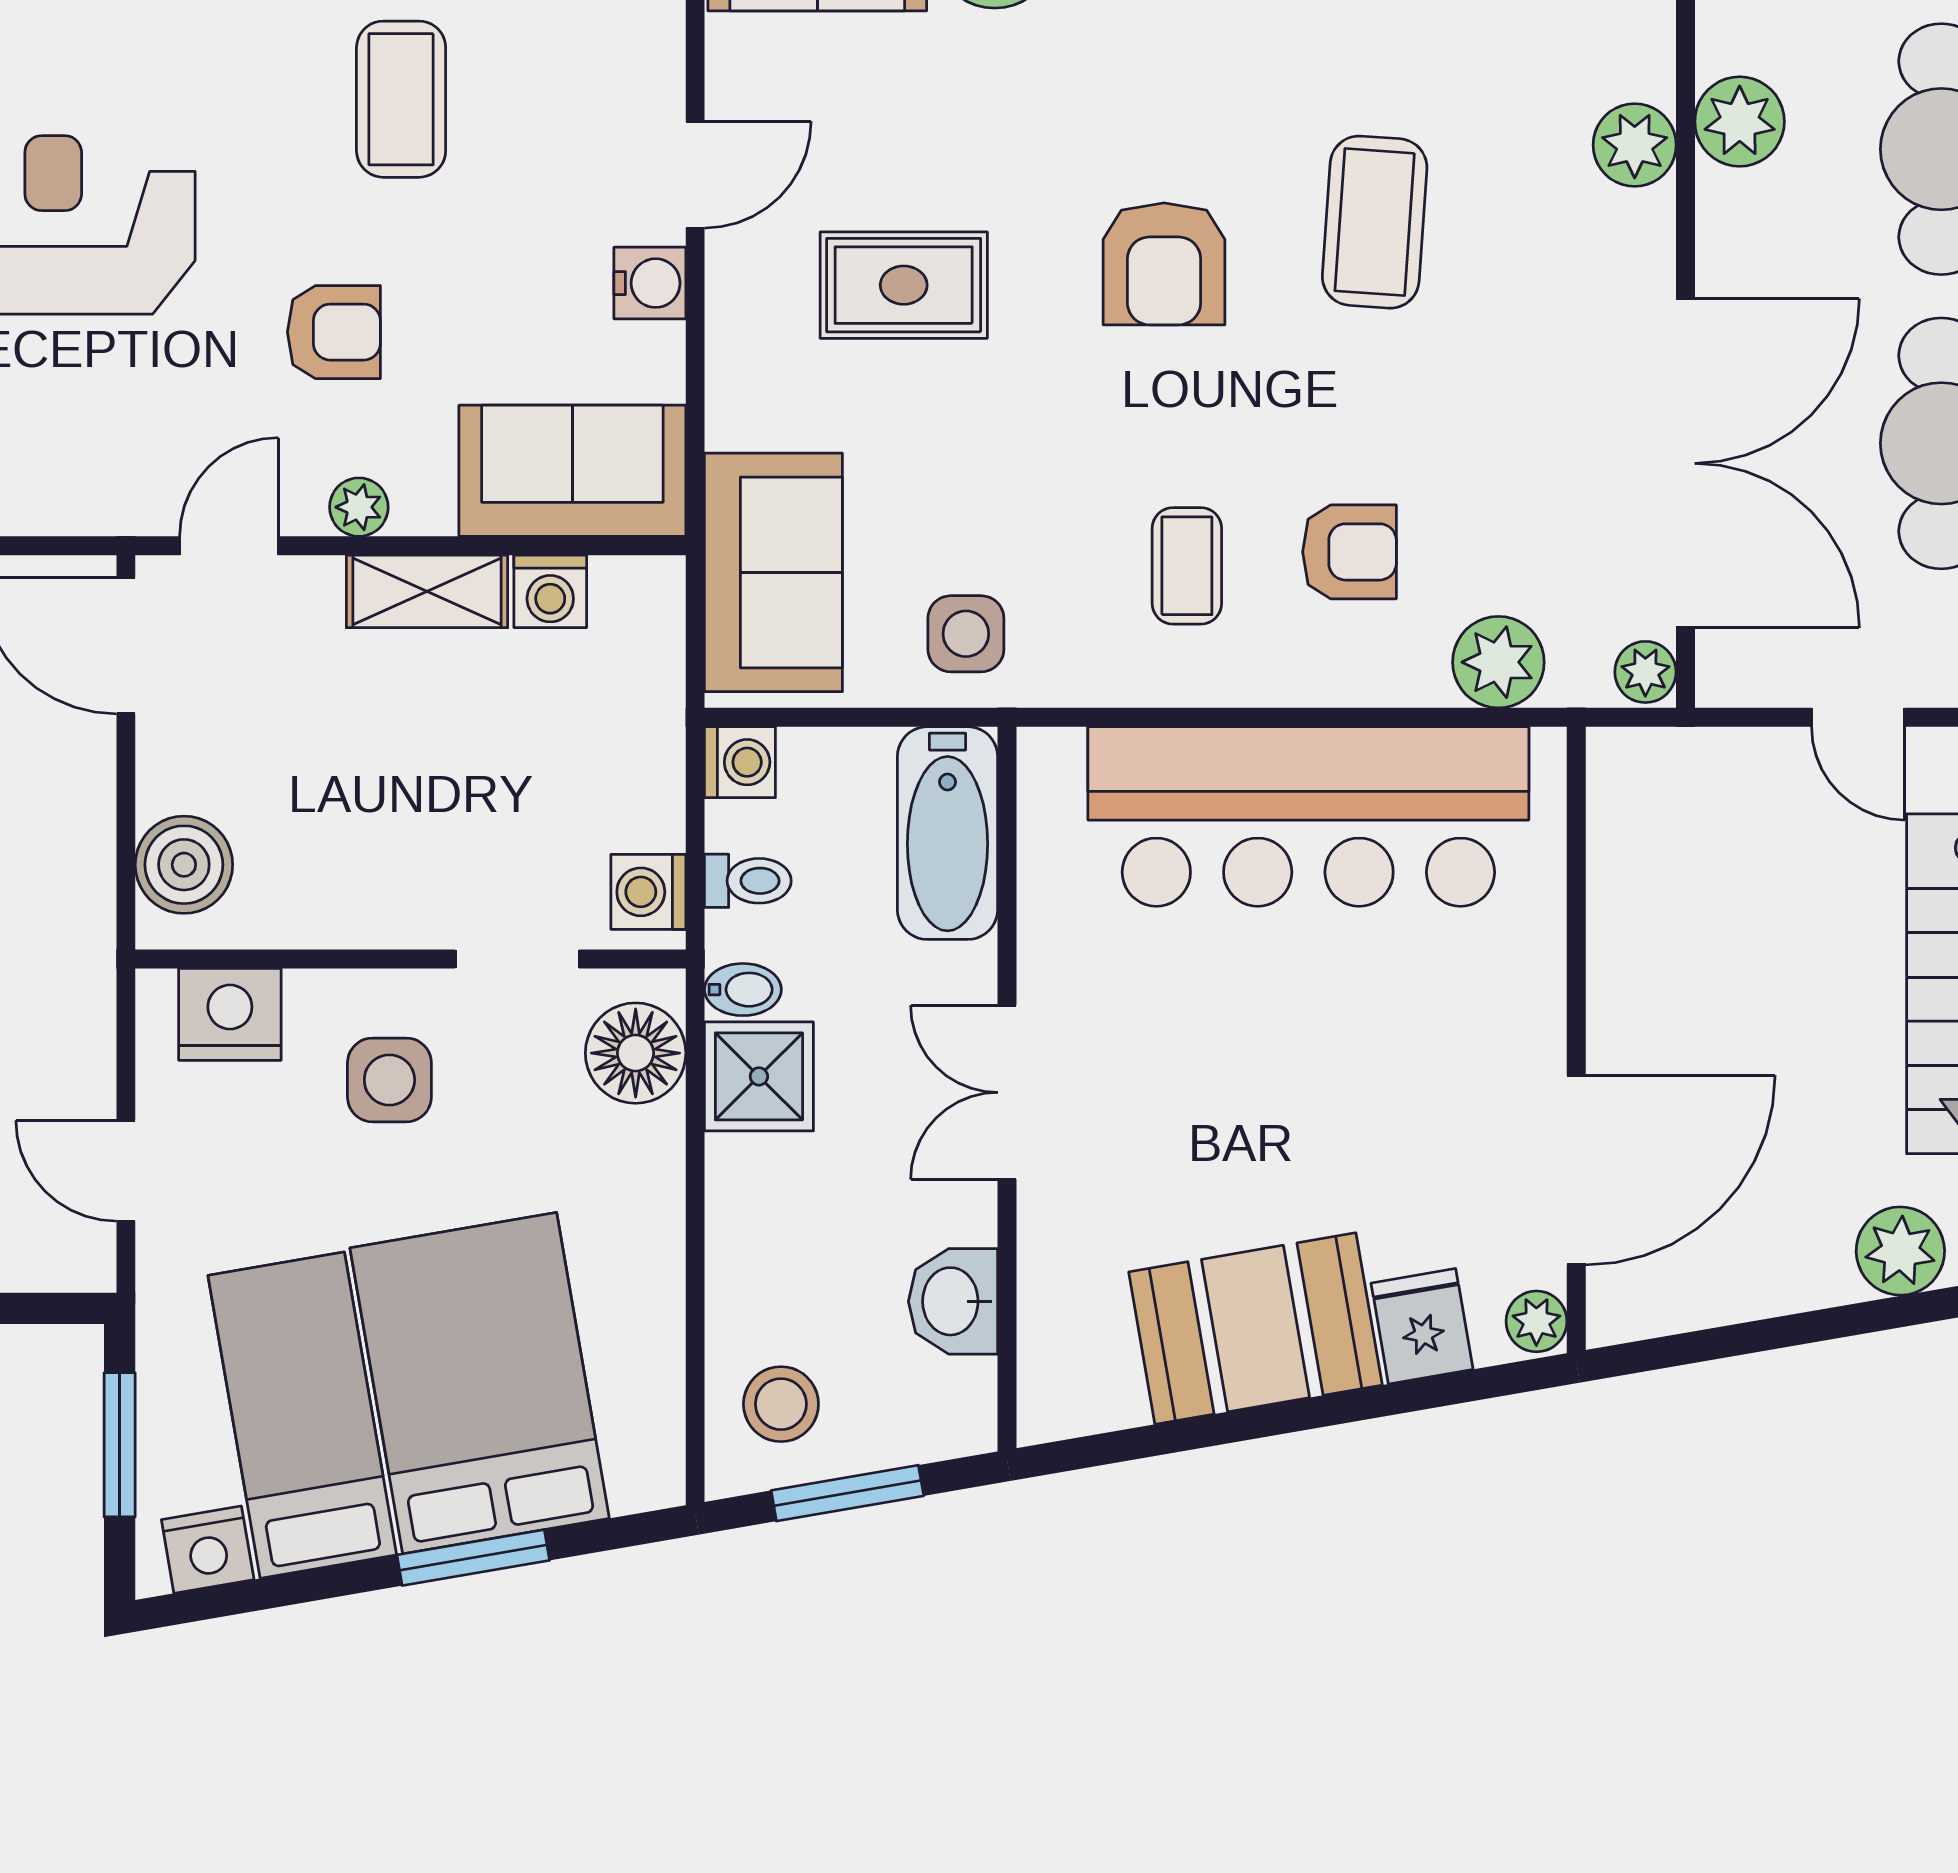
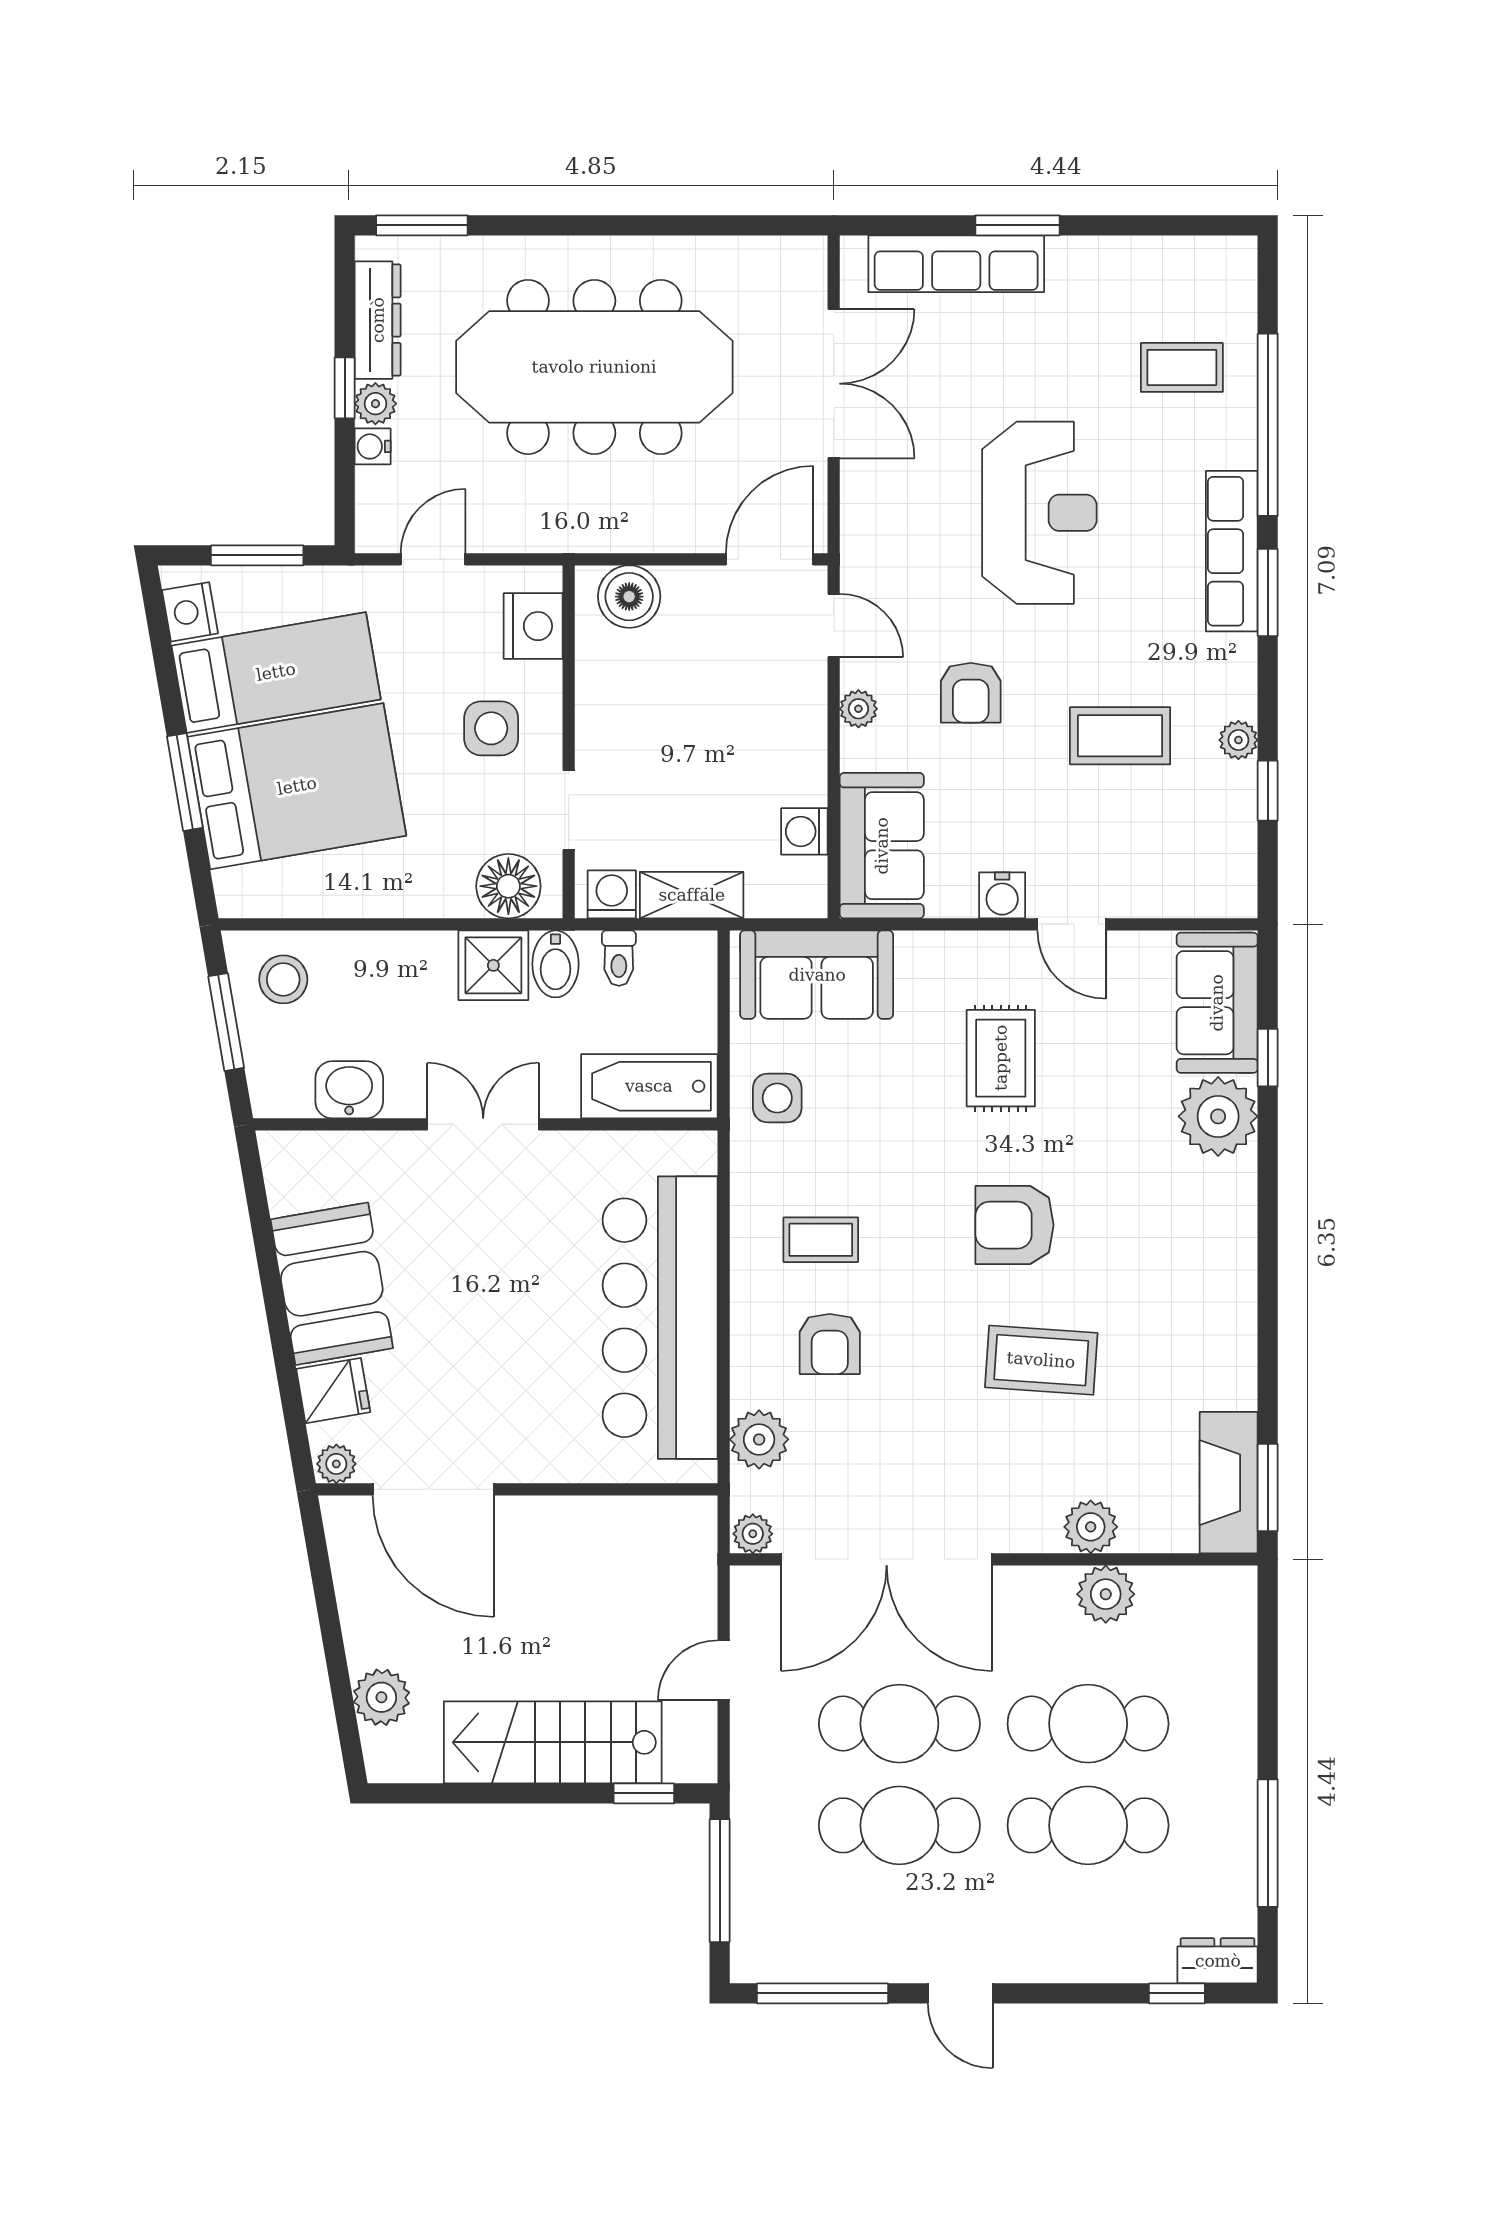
shelving: (427, 591) -> (692, 895), moved, turned 90
washing machine: (740, 762) -> (695, 953), removed
bidet: (743, 990) -> (555, 964), width x1.38, depth x1.36

